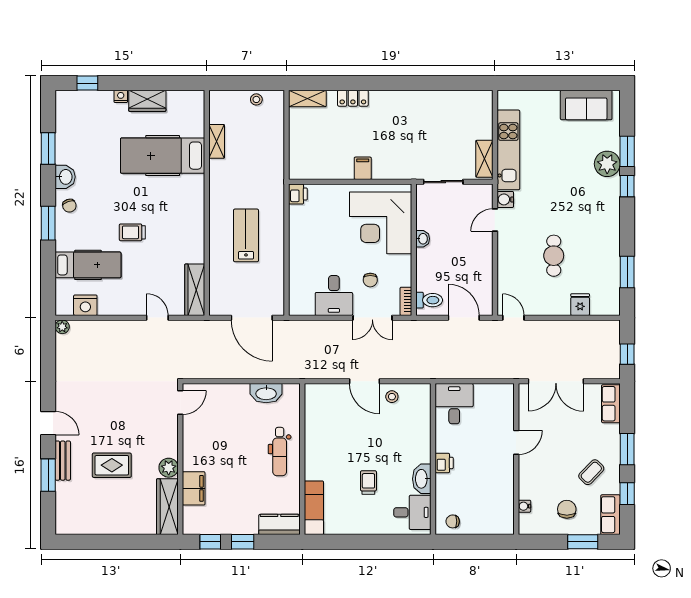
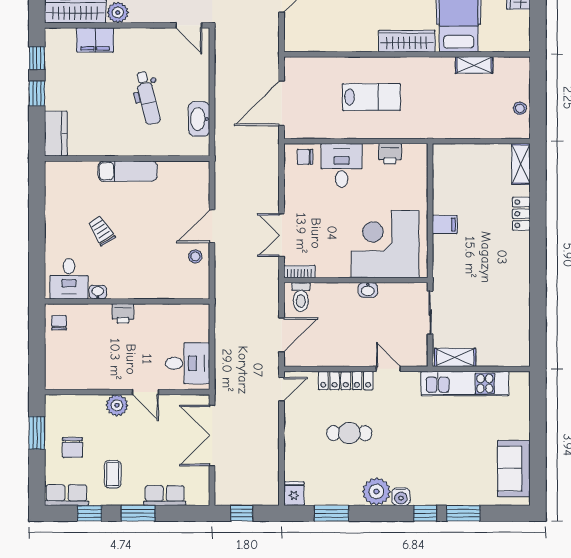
plant: (607, 164) -> (376, 492), moved
printer: (298, 194) -> (390, 154), moved
water cooler: (505, 199) -> (401, 497), moved, turned 180
locker: (506, 259) -> (346, 380), added
chair: (370, 280) -> (305, 157), moved
wardrobe: (195, 290) -> (407, 41), moved
desk: (334, 296) -> (342, 165), moved, turned 90
fridge: (580, 305) -> (294, 494), moved, turned -90
desk: (454, 404) -> (188, 363), moved
row of seats: (611, 404) -> (165, 496), moved
dental chair: (280, 452) -> (148, 98), moved, turned -104
plant: (528, 468) -> (117, 405), added
coffee table: (591, 472) -> (113, 474), turned 46
washbasin: (422, 479) -> (98, 292), width x0.52, depth x0.69
trolley: (368, 482) -> (102, 231), turned -122
water cooler: (524, 506) -> (76, 401), removed
exam couch: (314, 508) -> (128, 171), moved
chair: (567, 509) -> (72, 447), turned 90
window: (583, 542) -> (37, 433), moved

